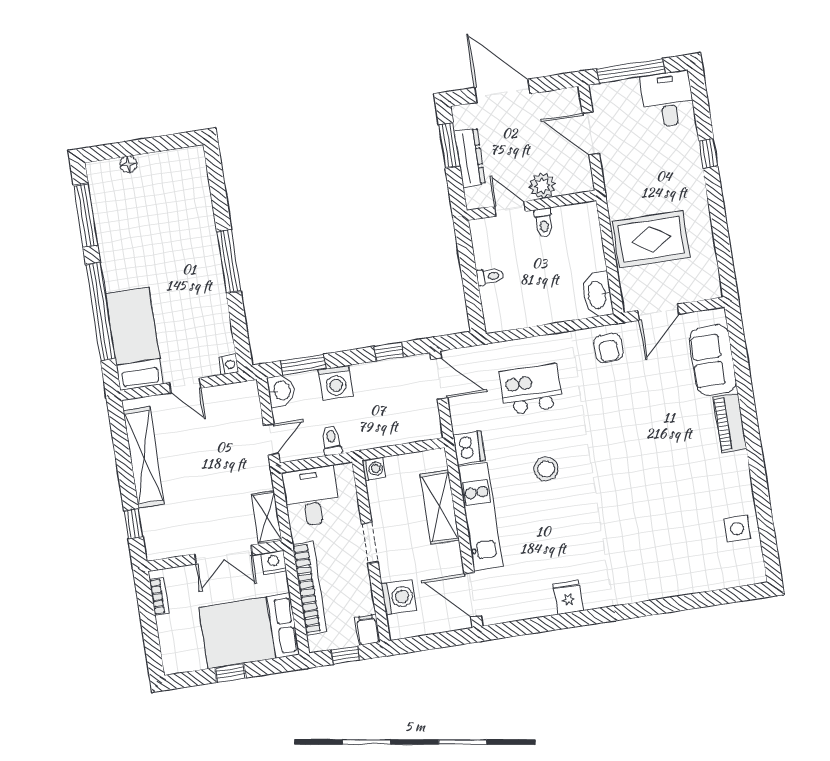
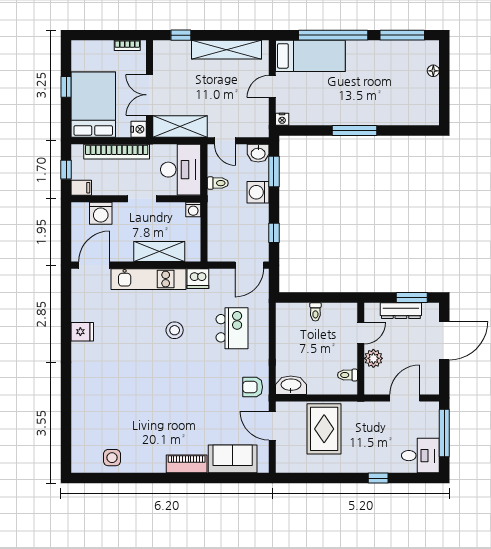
toilet: (544, 222) -> (348, 375), moved
desk: (311, 497) -> (181, 170), width x1.37
shelving: (267, 517) -> (180, 127), width x1.50, depth x1.33

